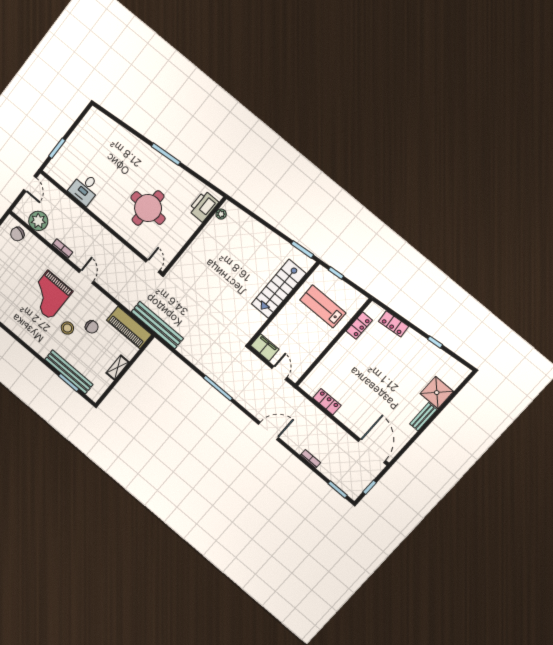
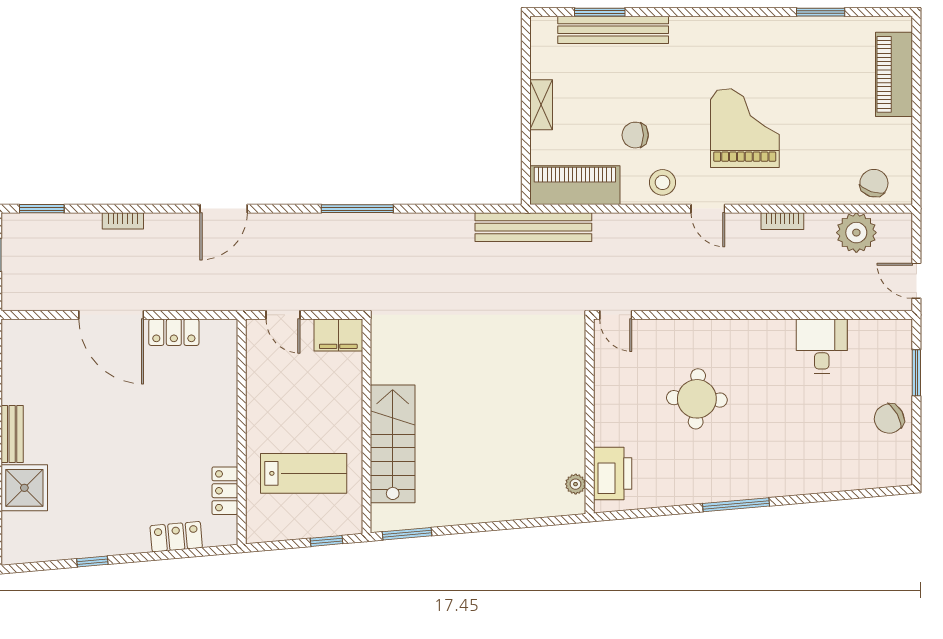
chair: (81, 139) -> (889, 419), added
round table: (148, 208) -> (697, 399), width x0.73, depth x0.73
stool: (67, 328) -> (663, 182), moved
door: (372, 451) -> (111, 315), moved

